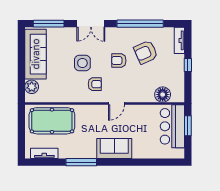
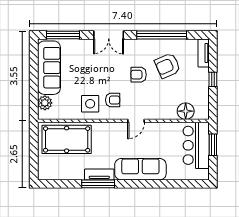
side table: (82, 63) -> (90, 104), moved
sofa: (114, 148) -> (140, 169), width x1.36
tv unit: (44, 153) -> (99, 175), moved

